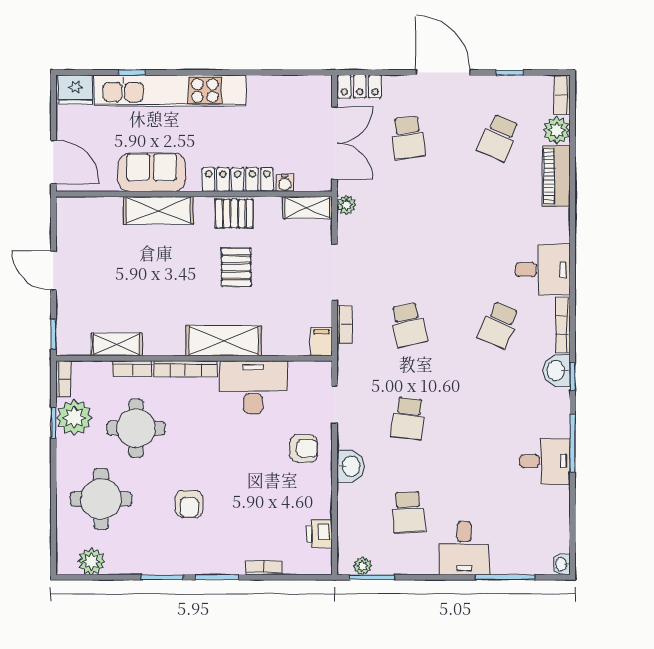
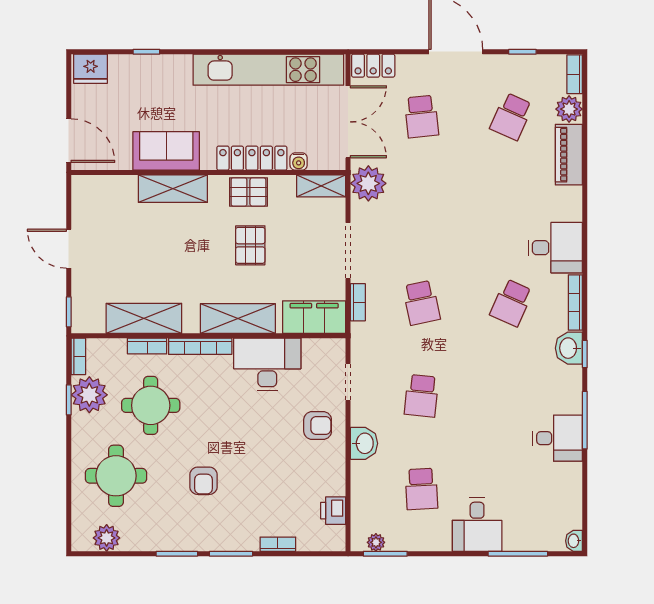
kitchen unit: (170, 91) -> (268, 70), moved
plant: (346, 205) -> (368, 183), width x1.87, depth x1.87
filing cabinet: (321, 342) -> (314, 317), width x3.00, depth x1.17
shelving: (117, 344) -> (144, 318), width x1.50, depth x1.33

